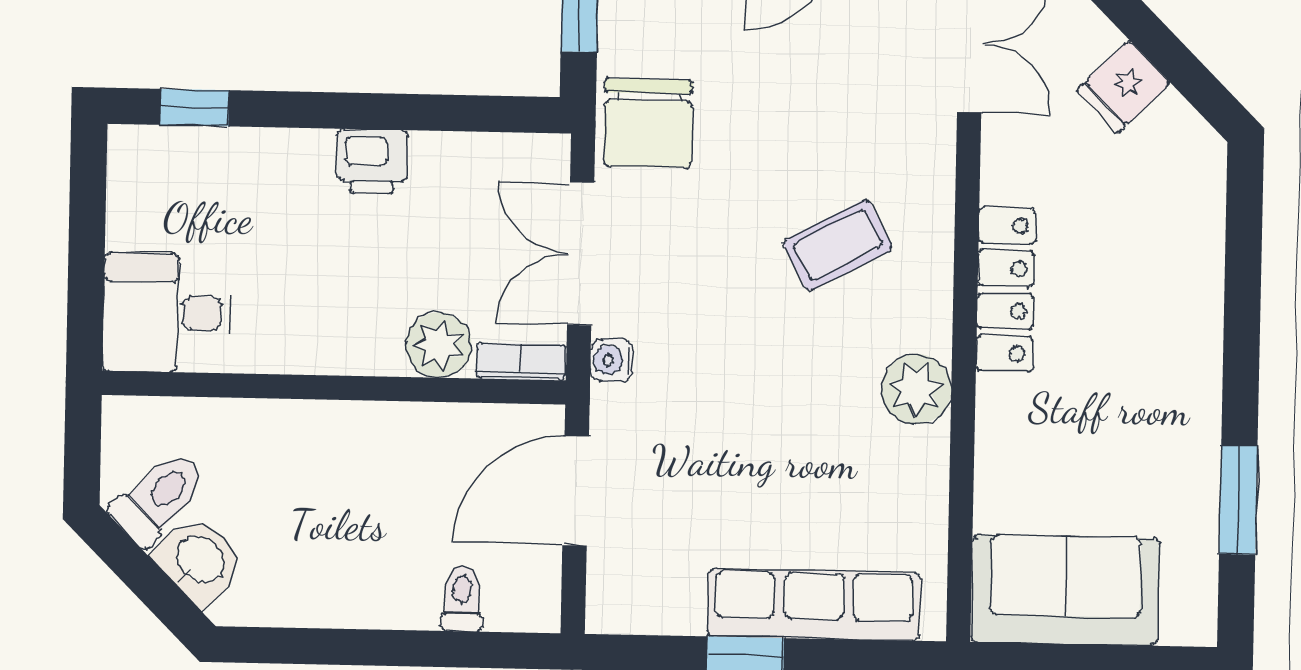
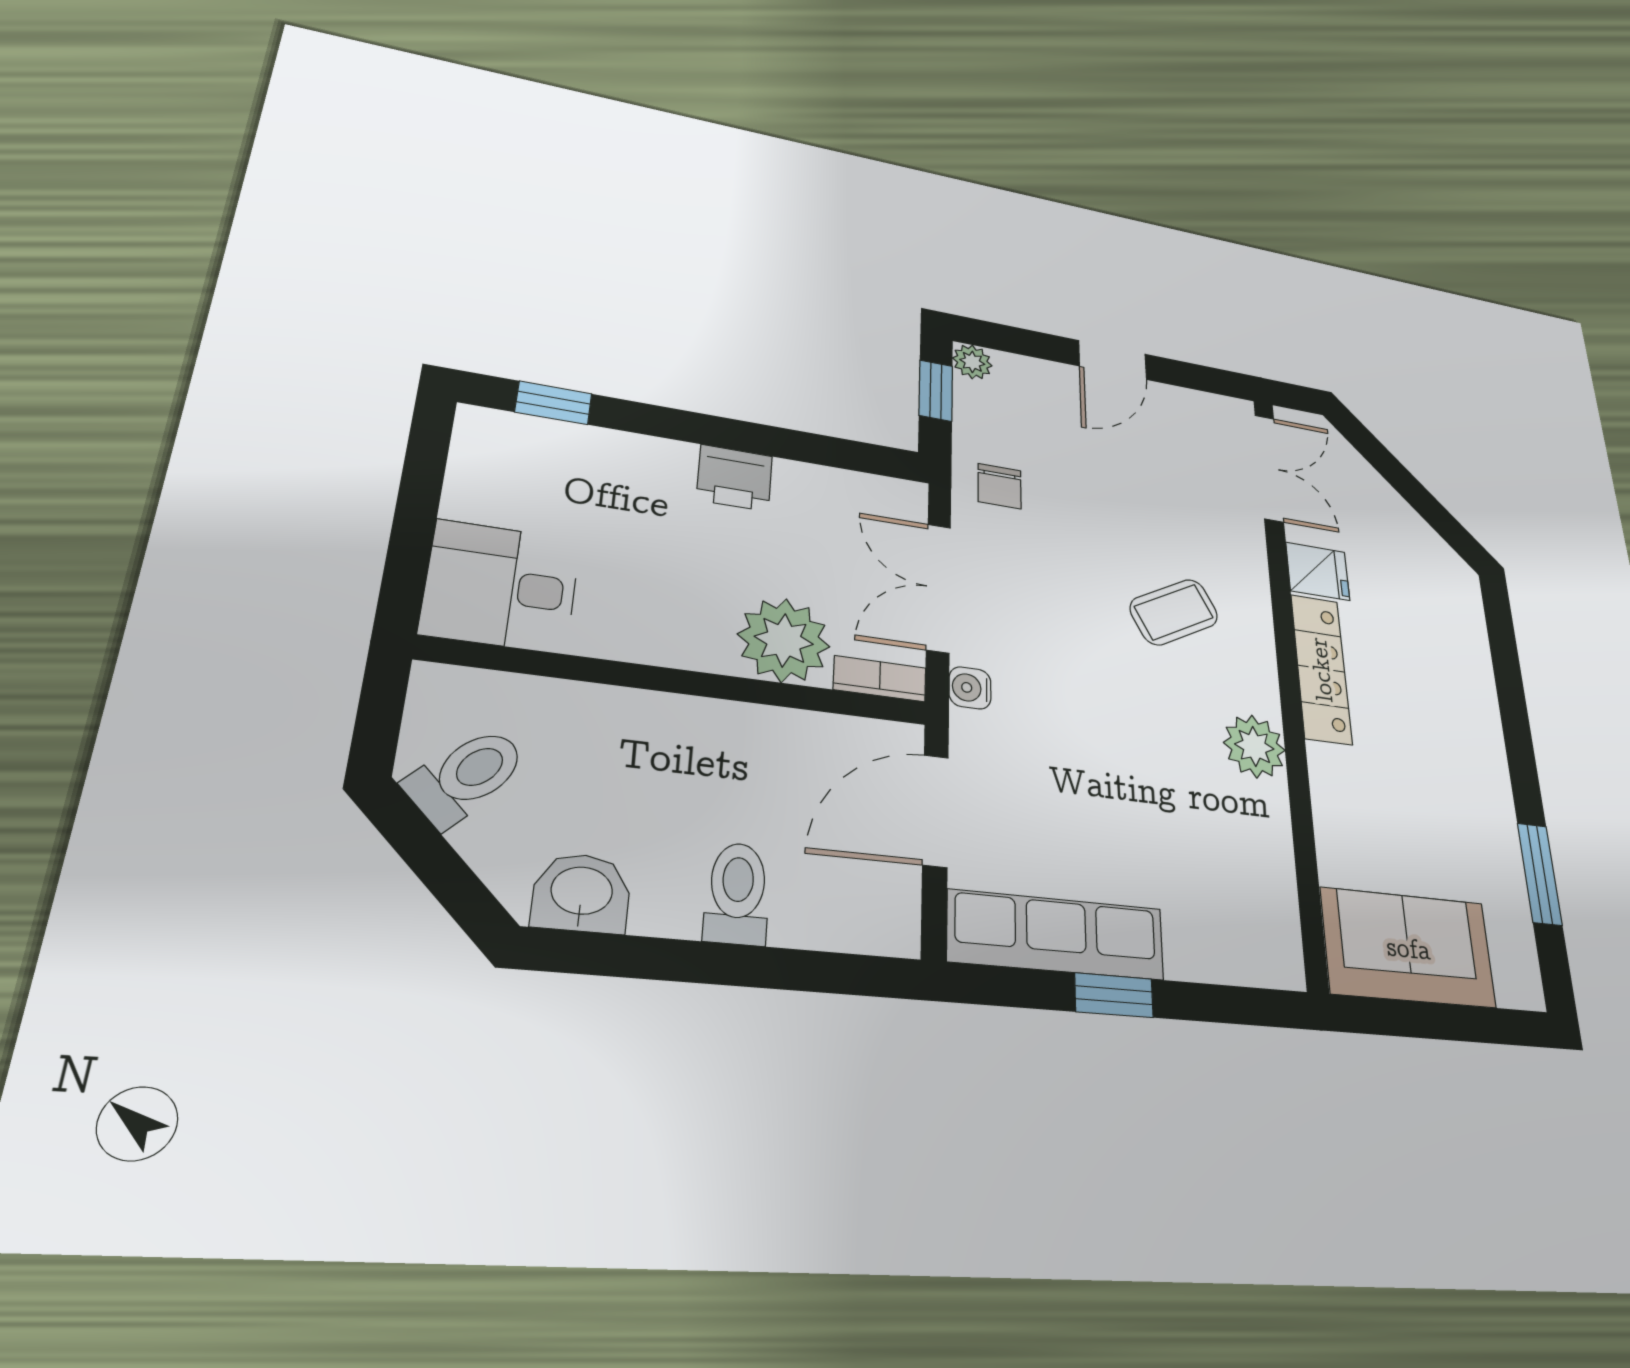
fridge: (1124, 87) -> (1318, 571), moved, turned -135
chair: (648, 123) -> (1000, 486), width x0.54, depth x0.54
plant: (439, 345) -> (784, 640), width x1.36, depth x1.36
washbasin: (199, 561) -> (582, 893), moved, turned -45
toilet: (462, 599) -> (737, 893), moved, width x1.37, depth x1.39
row of seats: (814, 604) -> (1056, 935), moved

